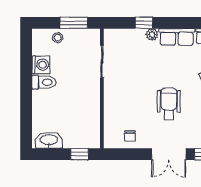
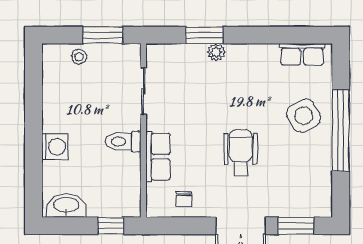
window: (144, 23) -> (204, 35), width x1.50
row of seats: (177, 37) -> (158, 156), moved, turned -90
washing machine: (41, 65) -> (55, 147), moved
toilet: (44, 82) -> (123, 141), moved, turned 180

